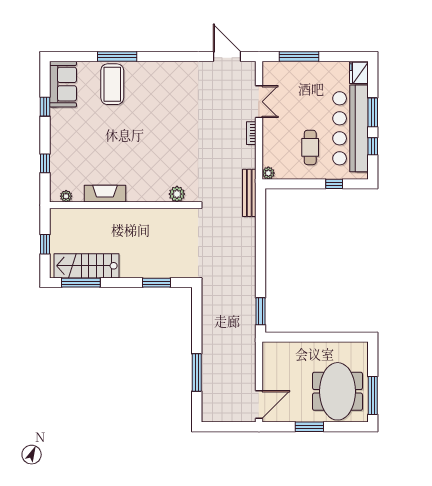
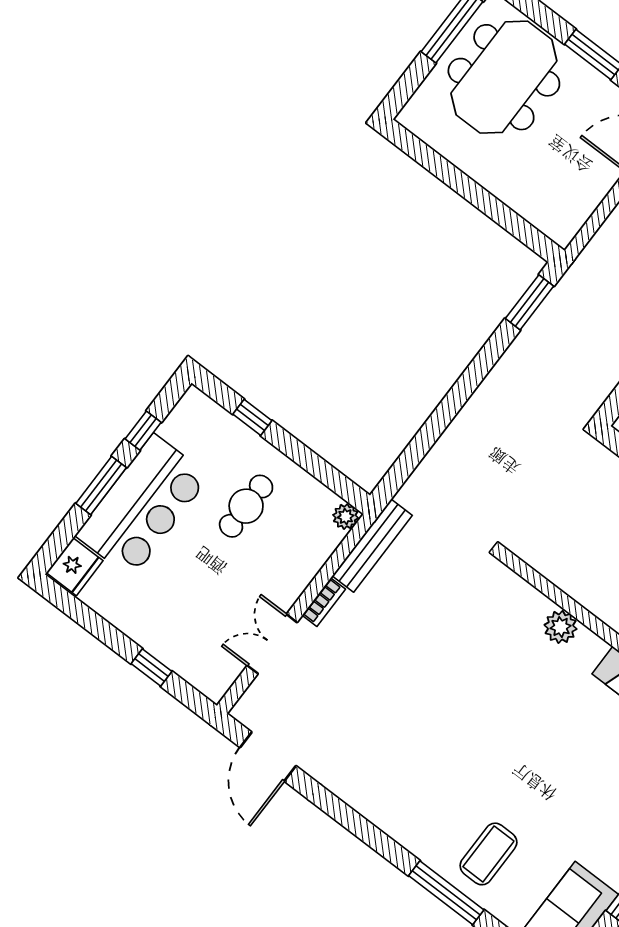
window: (299, 56) -> (152, 668), width x0.46
coffee table: (112, 84) -> (488, 854), width x0.73, depth x0.76
bar counter: (351, 128) -> (143, 506), width x0.73
bench: (249, 193) -> (372, 546), moved
plant: (177, 194) -> (561, 627), moved

